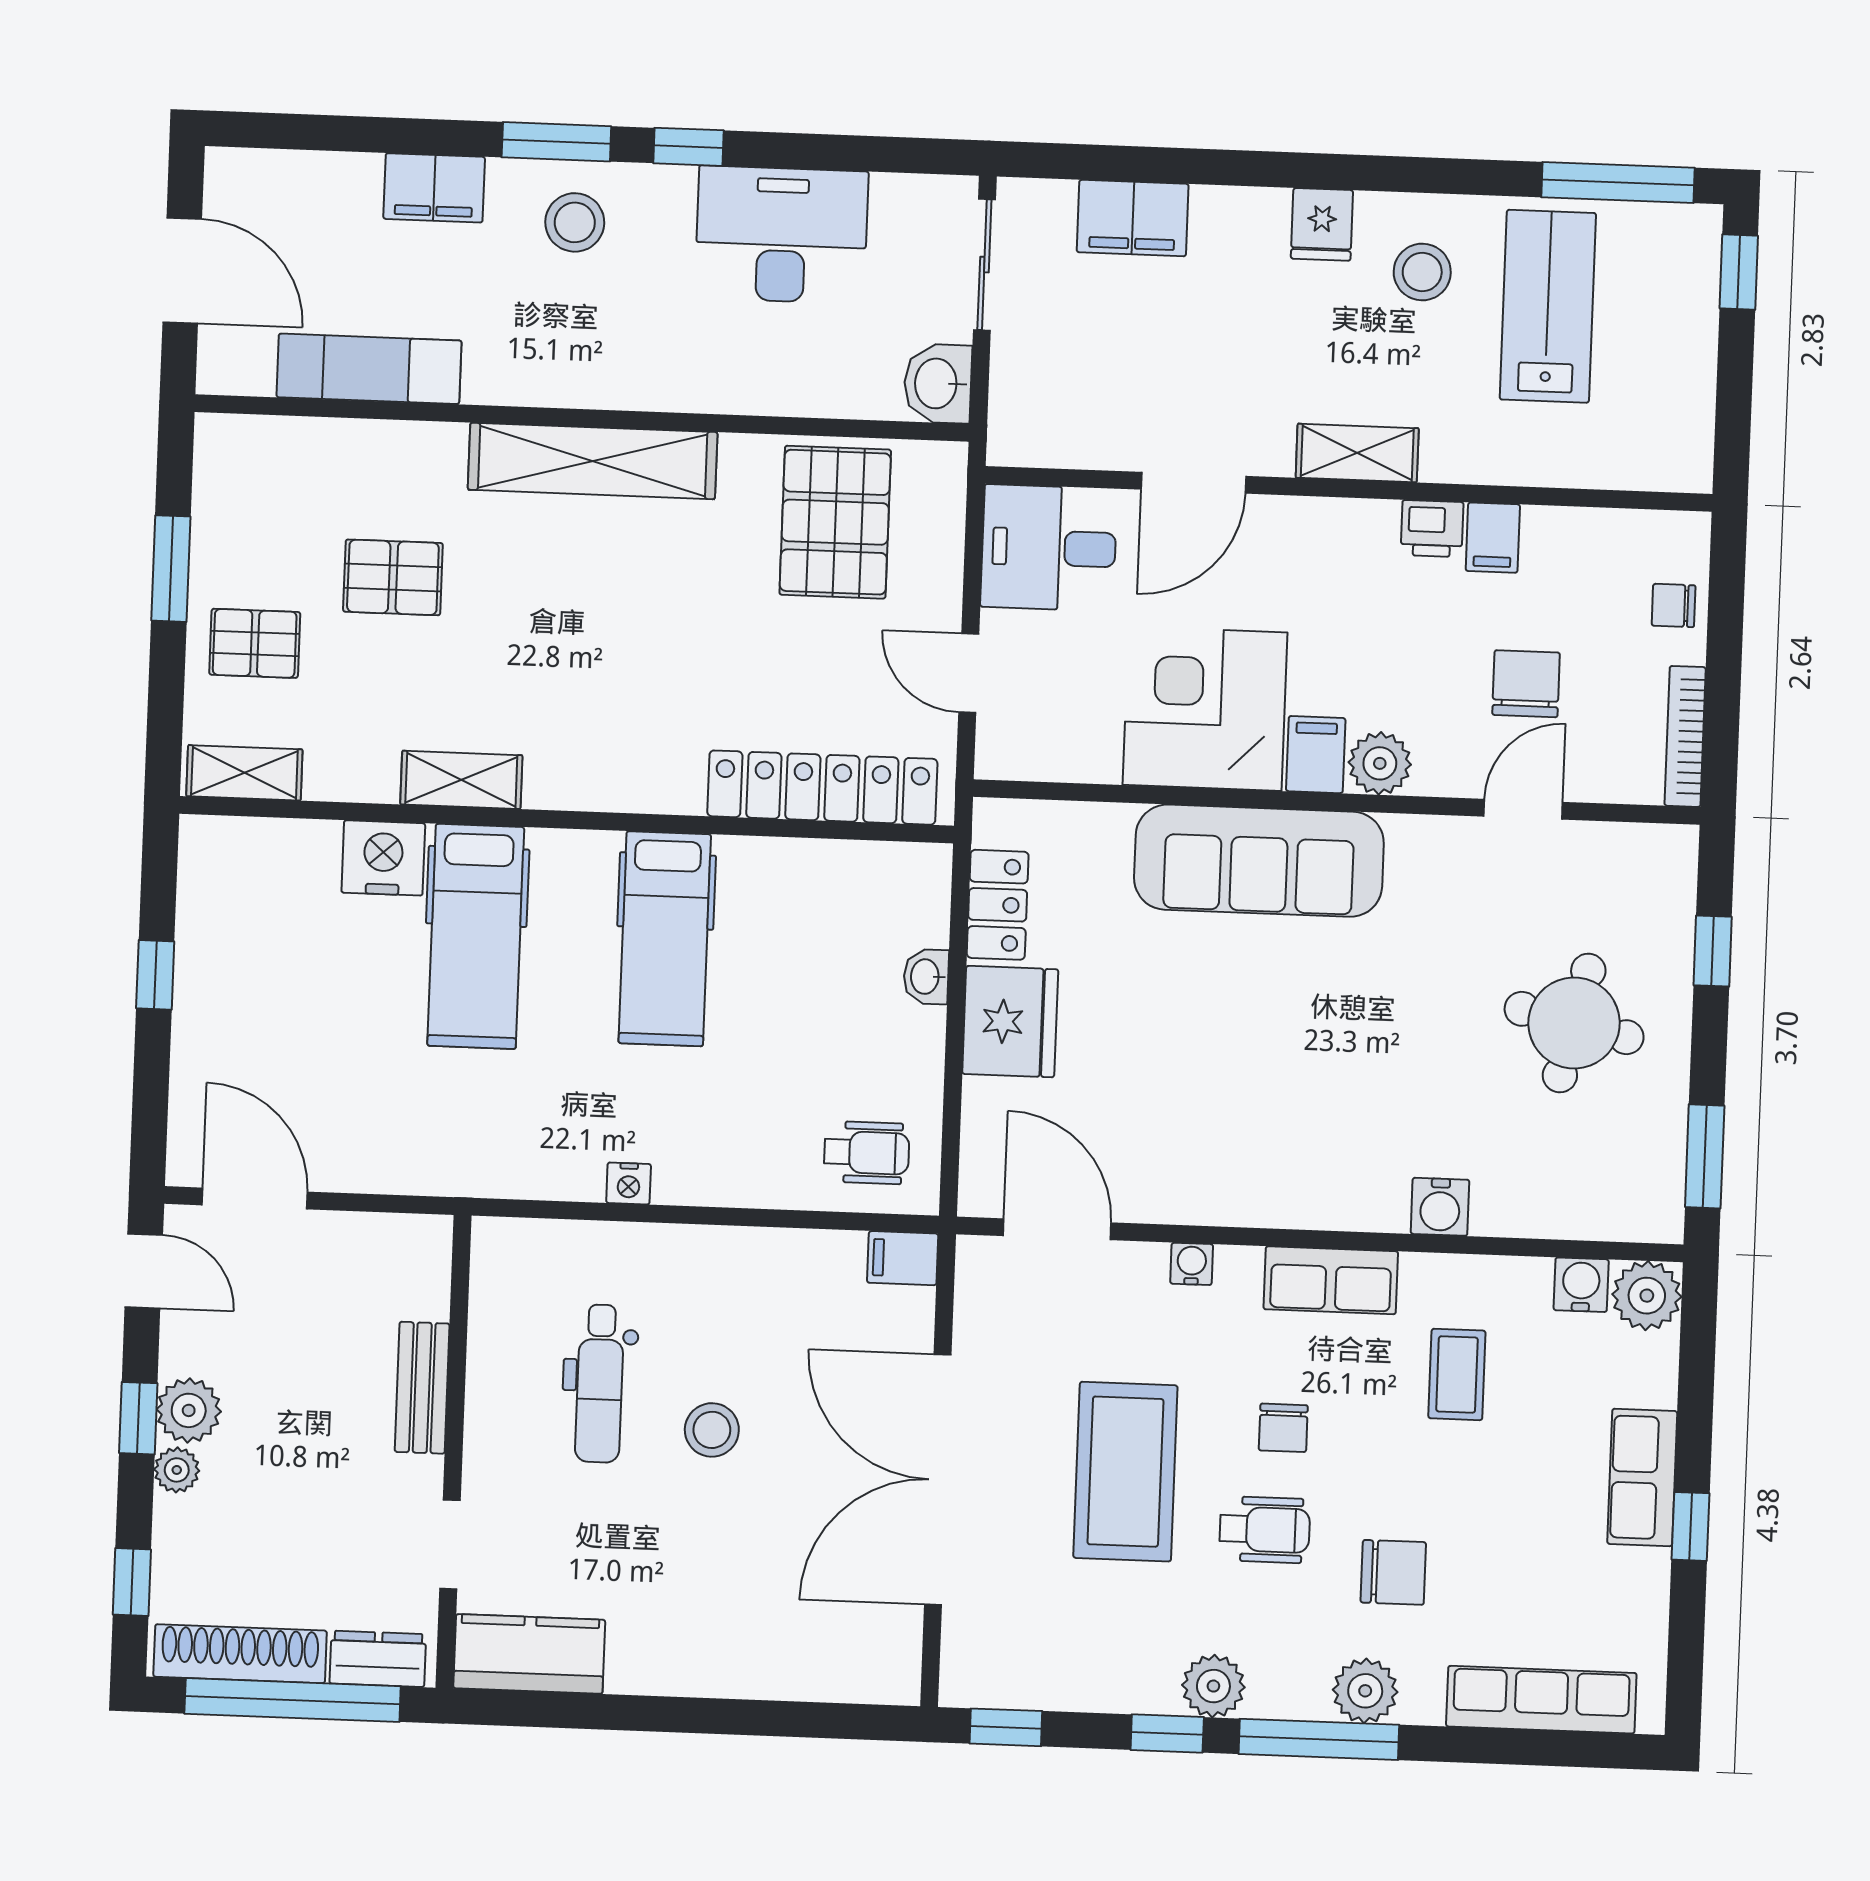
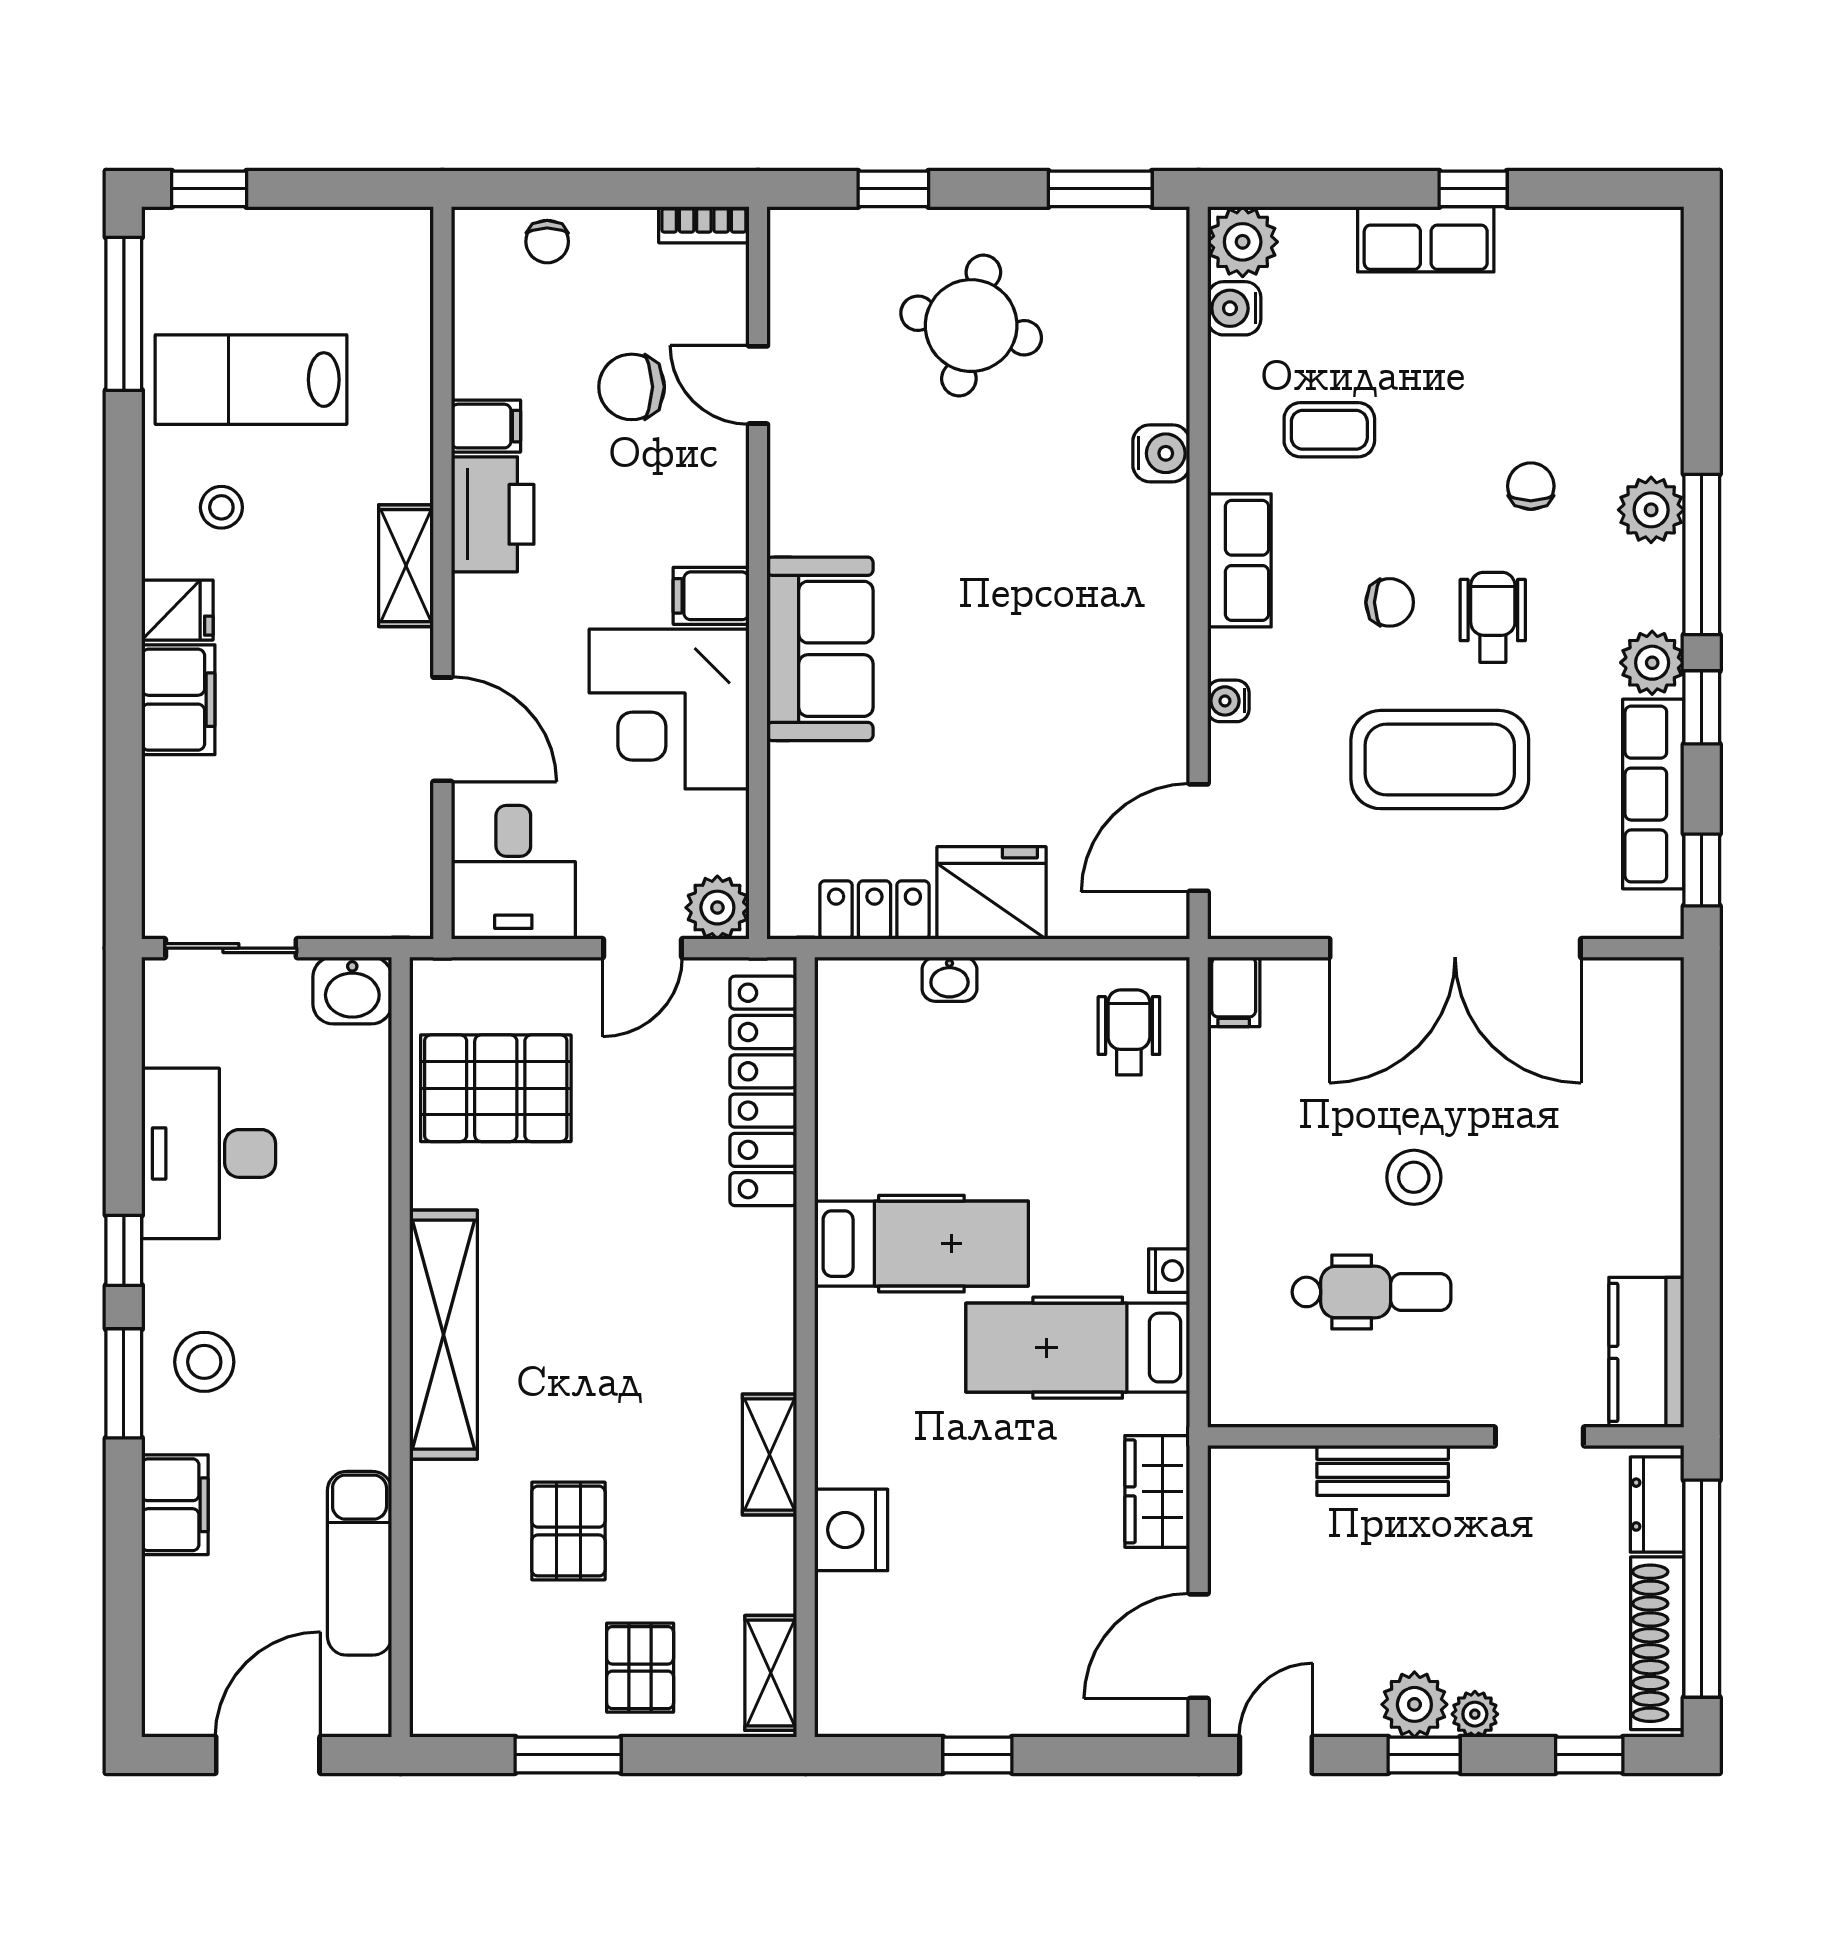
filing cabinet: (1133, 218) -> (178, 700), moved
stool: (1422, 272) -> (221, 507), width x0.73, depth x0.73
printer: (1432, 529) -> (493, 514), width x1.87, depth x1.48
bookcase: (1685, 736) -> (704, 225), width x0.64
plant: (1380, 763) -> (717, 908), moved
sofa: (1259, 861) -> (820, 649), width x0.73
hospital bed: (476, 936) -> (1078, 1348), moved, turned 180
wardrobe: (410, 1163) -> (1157, 1491), added
chair: (1393, 1572) -> (1531, 486), width x0.73, depth x0.73
row of seats: (1541, 1700) -> (1653, 794), moved

